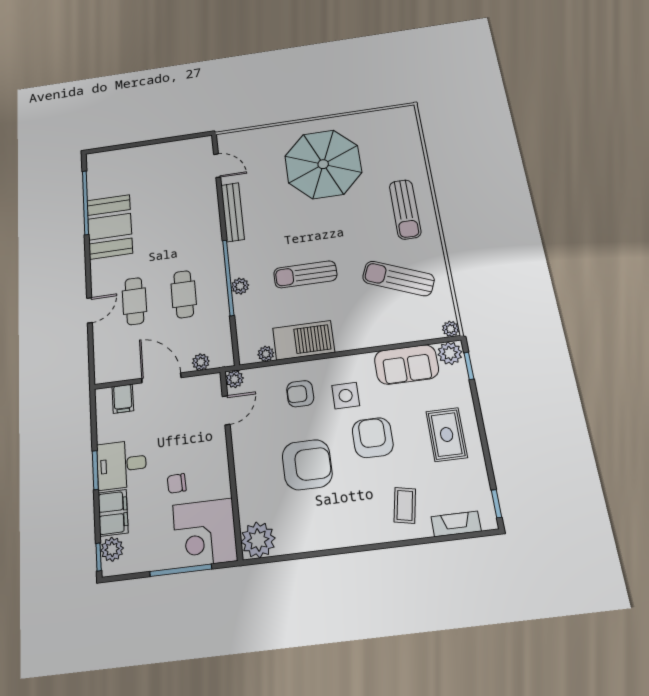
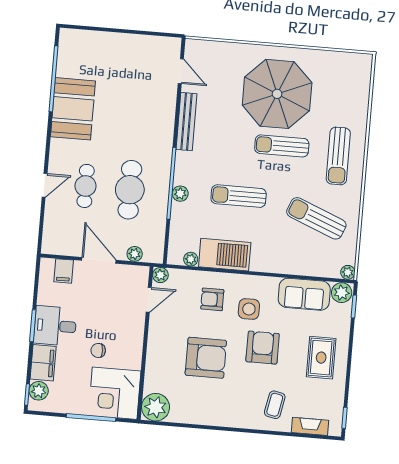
sun lounger: (341, 213) -> (282, 146), added
cafe table: (184, 294) -> (130, 190), width x1.37, depth x1.35

